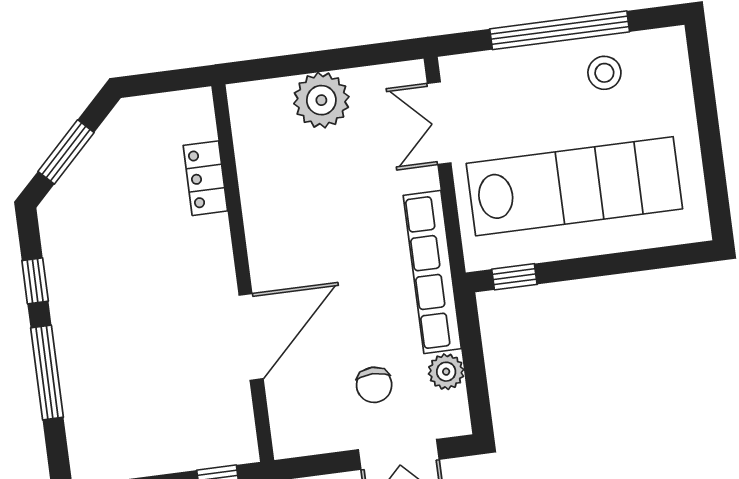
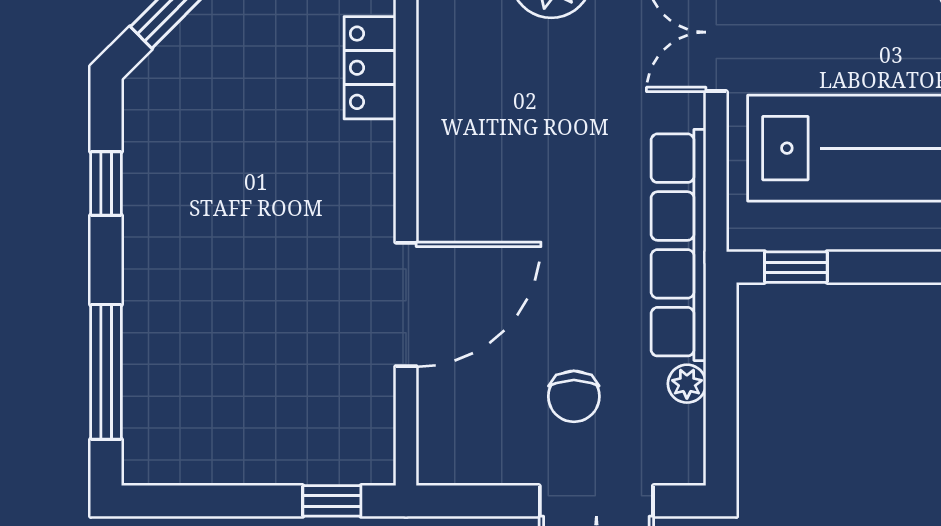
plant: (446, 372) -> (687, 384), width x0.73, depth x0.73
window: (47, 373) -> (106, 372), moved

